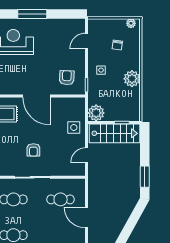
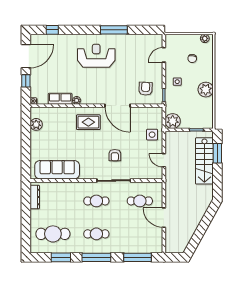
stairs: (114, 133) -> (204, 161), moved, turned 90
door: (87, 155) -> (164, 160), hinge flipped
window: (145, 177) -> (217, 153), moved

